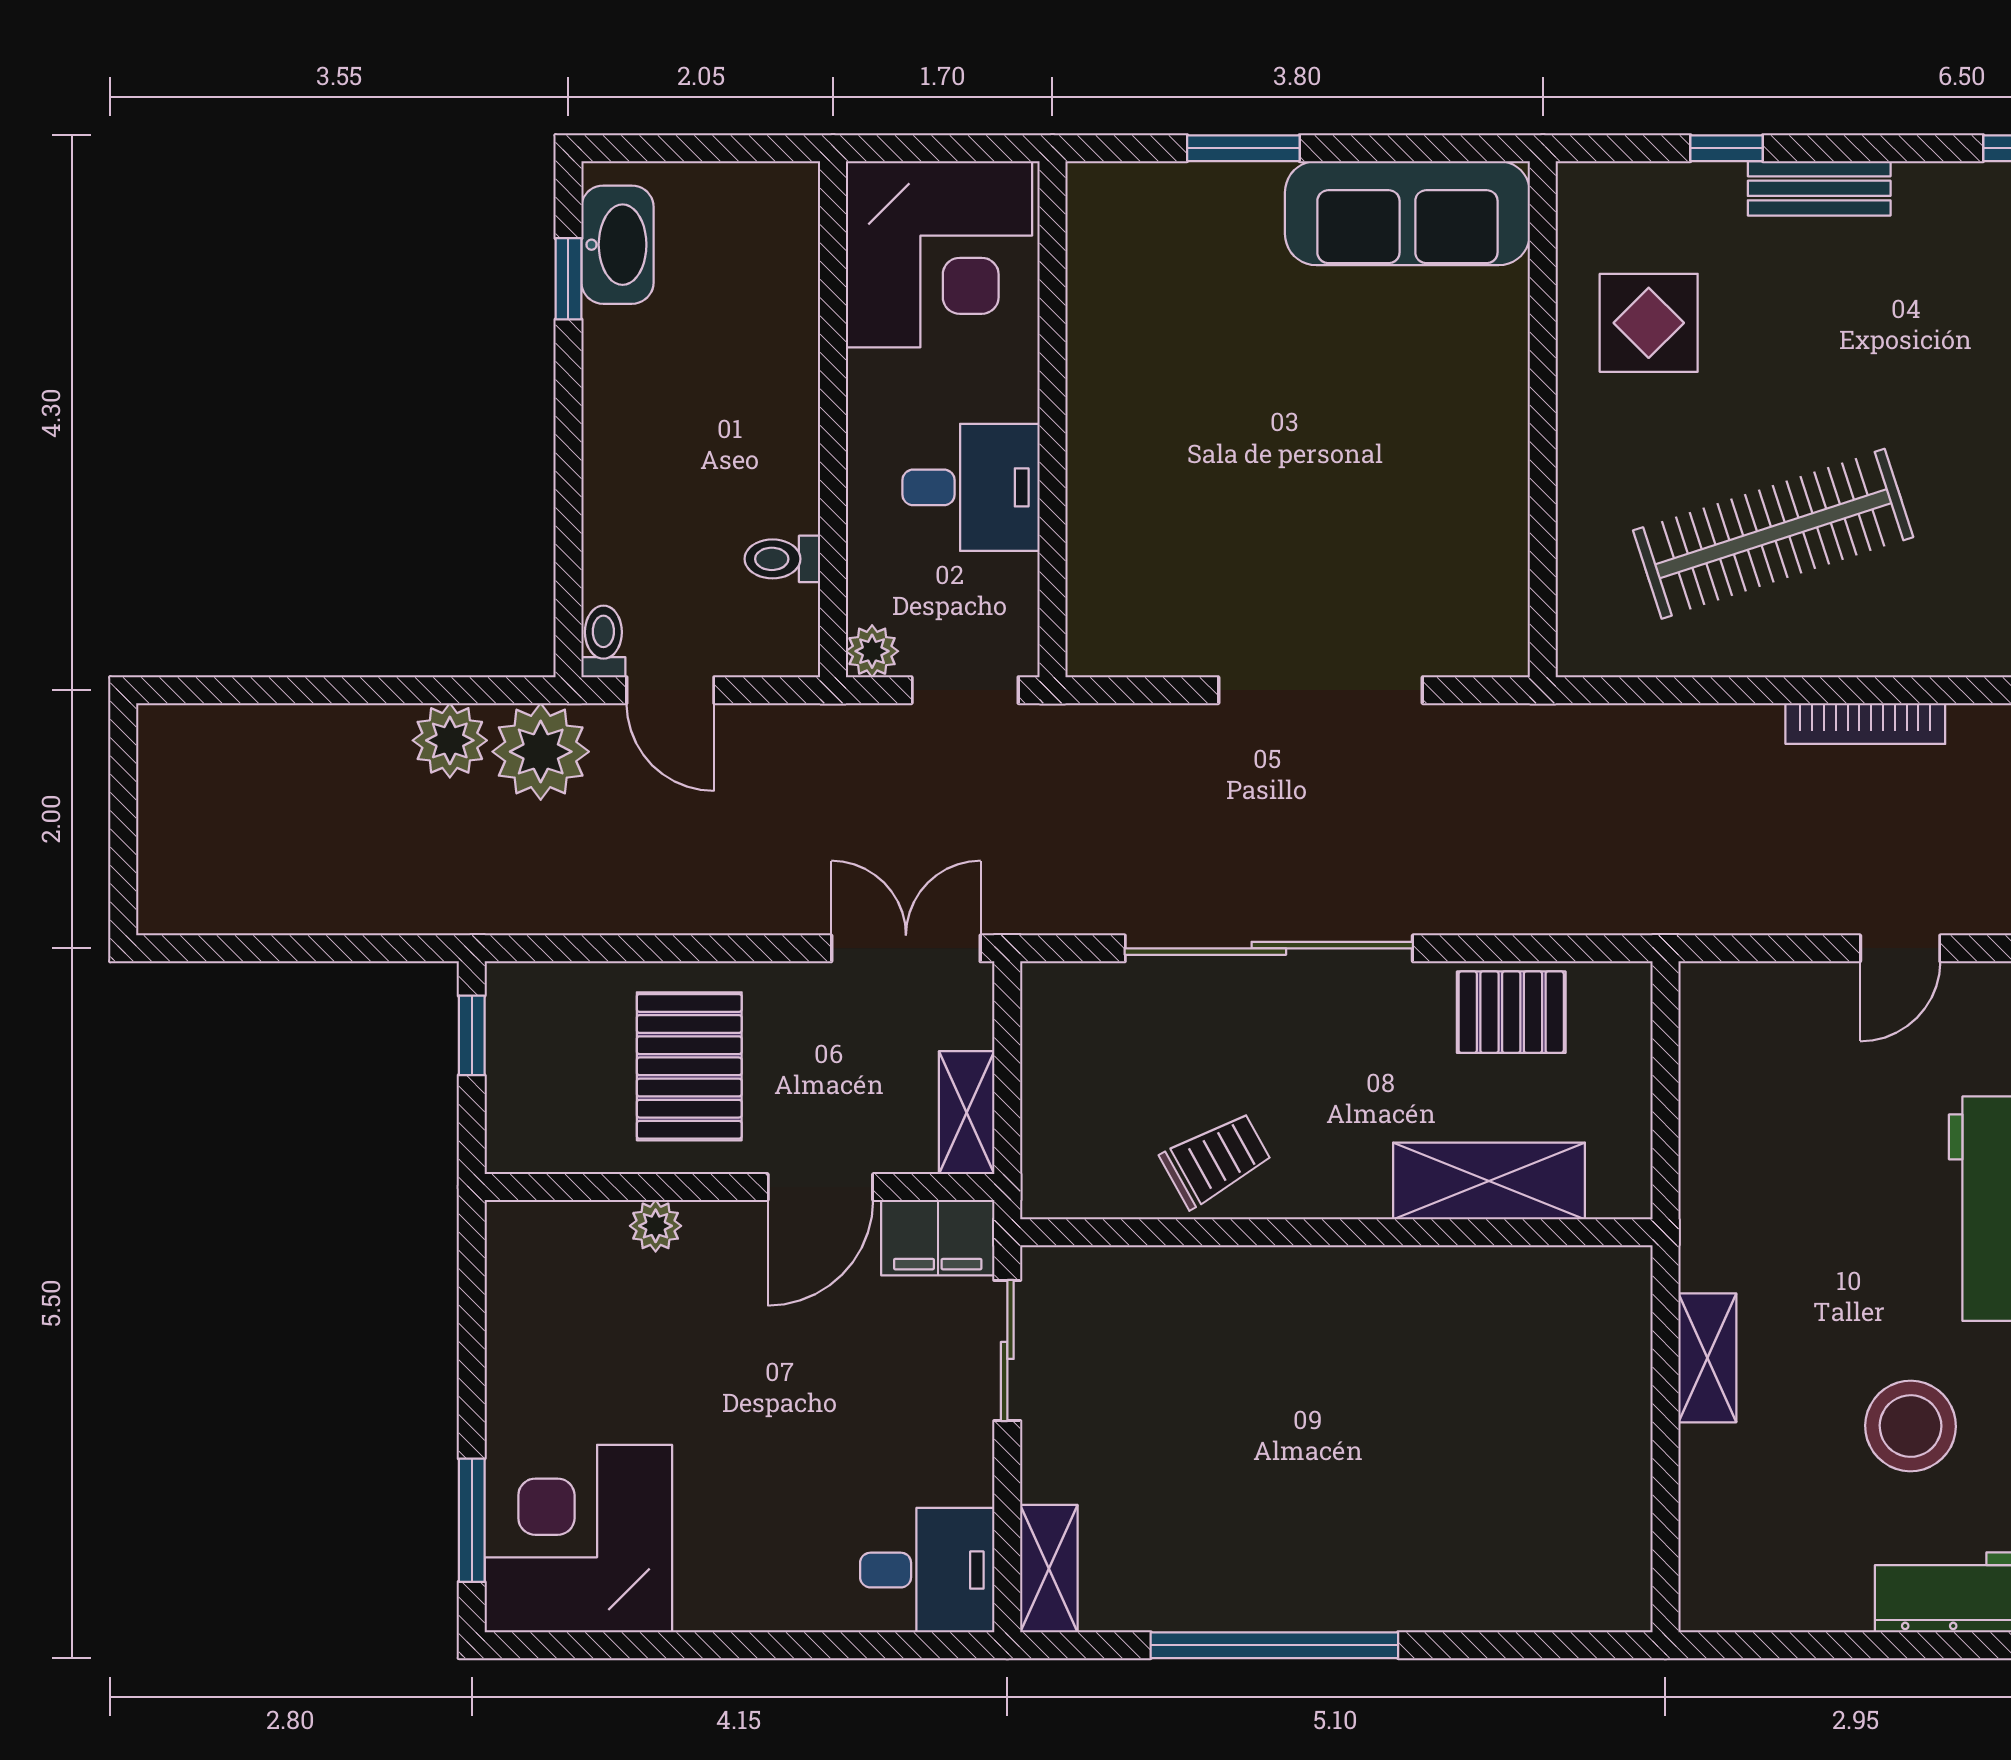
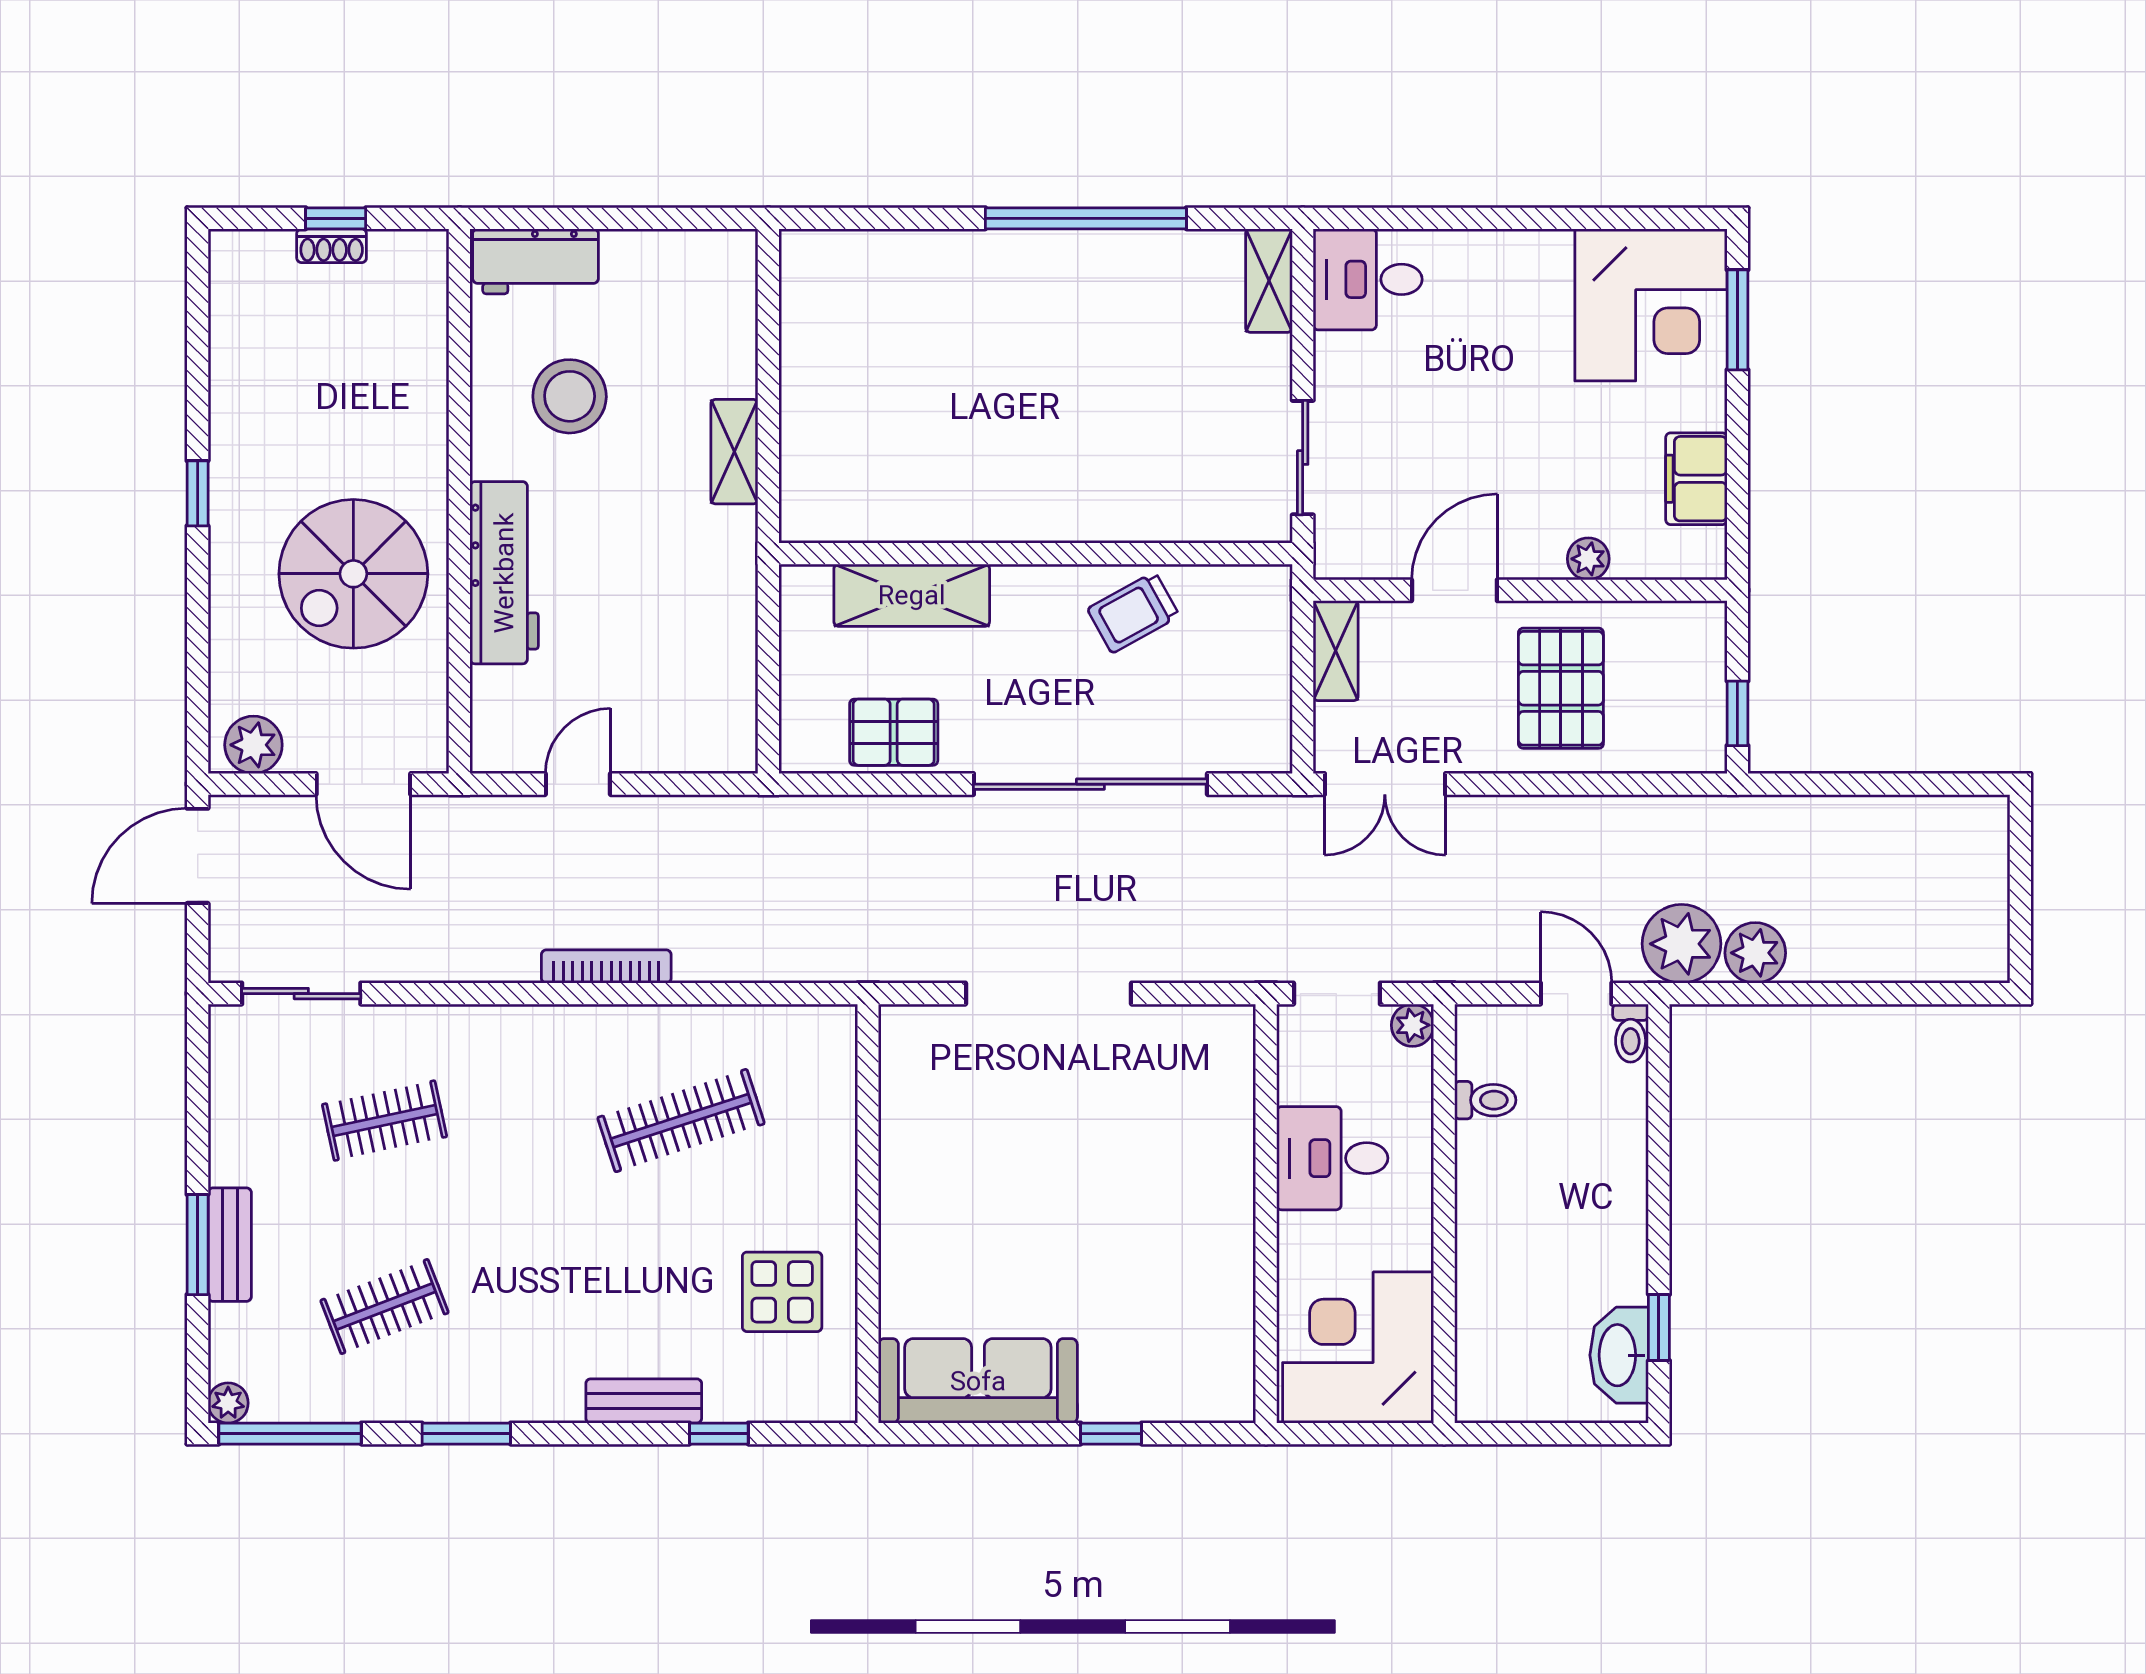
window: (1243, 148) -> (1111, 1434), width x0.67
clothes rail: (1773, 534) -> (681, 1121), width x0.73, depth x0.76
filing cabinet: (938, 1238) -> (1696, 479), moved, turned -90

